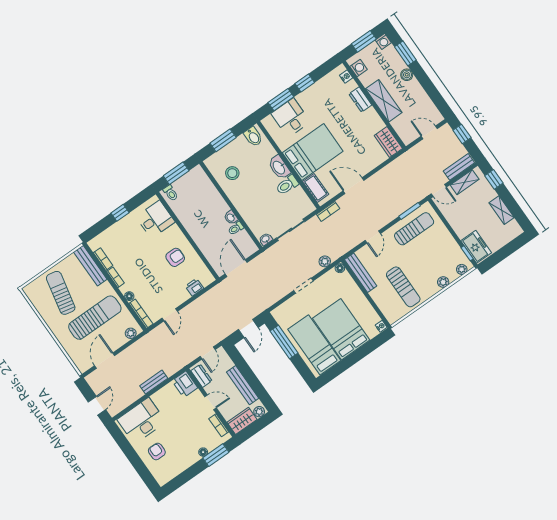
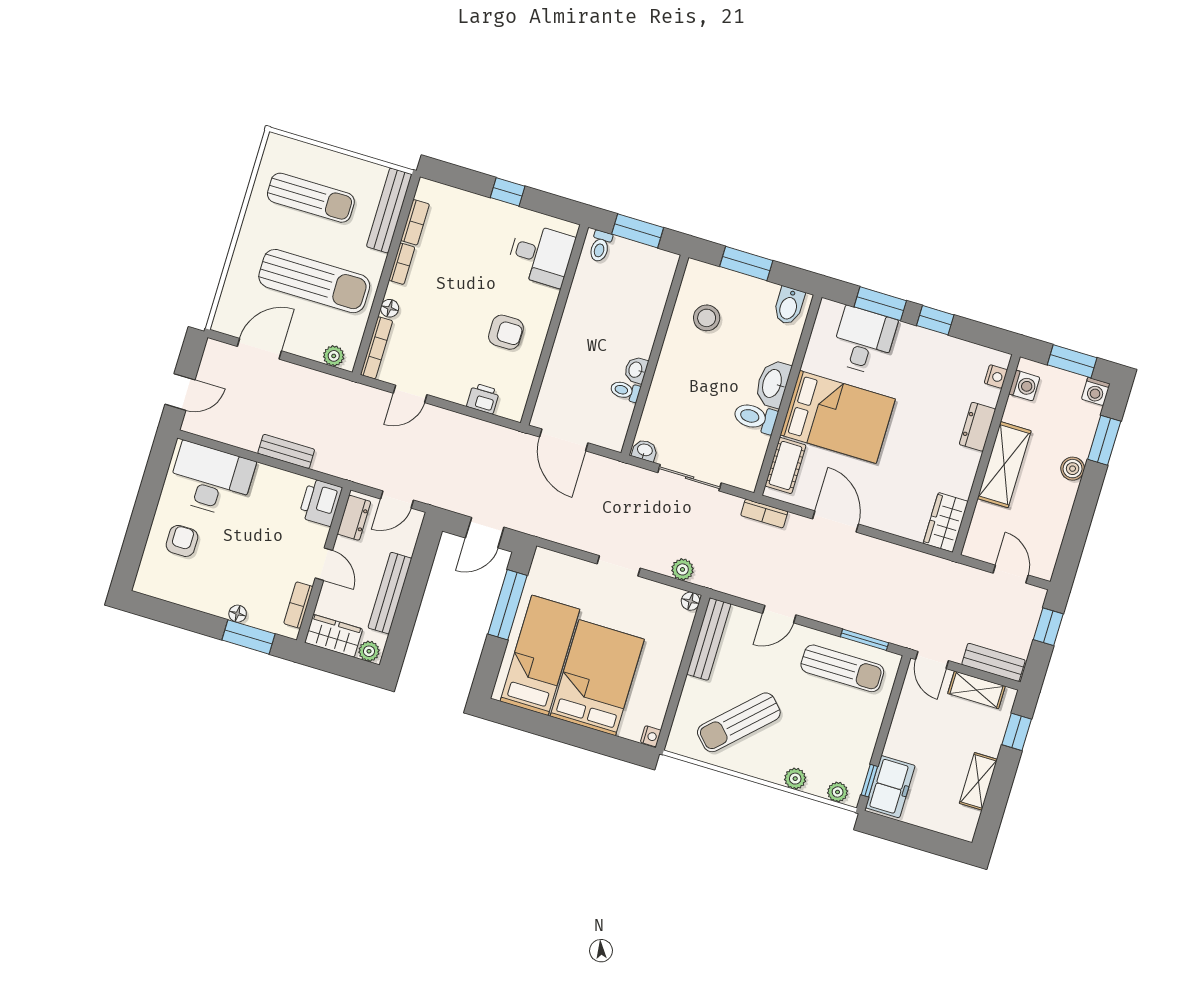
door: (236, 268) -> (564, 440), swing flipped
sun lounger: (403, 287) -> (739, 722), turned 46
sun lounger: (61, 293) -> (311, 198), turned 78

